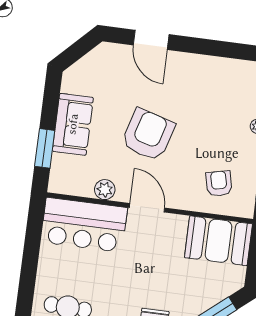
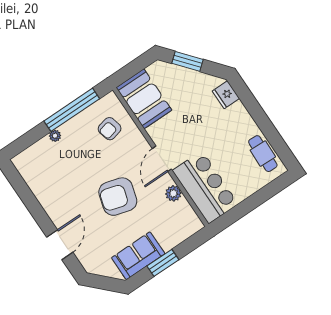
sofa: (73, 124) -> (138, 256), moved
window: (45, 148) -> (163, 263), moved

